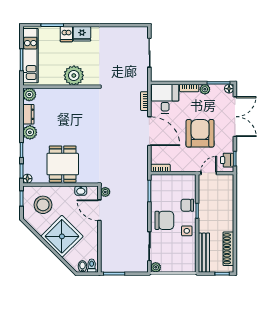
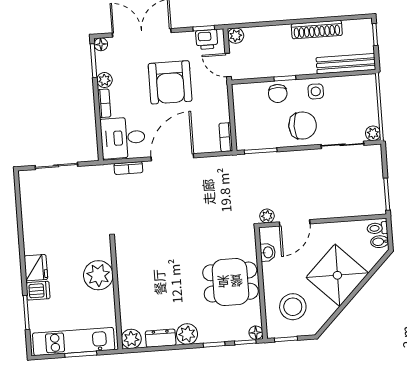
armchair: (200, 133) -> (170, 82), turned -90
plant: (228, 180) -> (236, 36), added
chair: (164, 220) -> (303, 126), turned 90
shoe rack: (228, 249) -> (317, 30), moved

